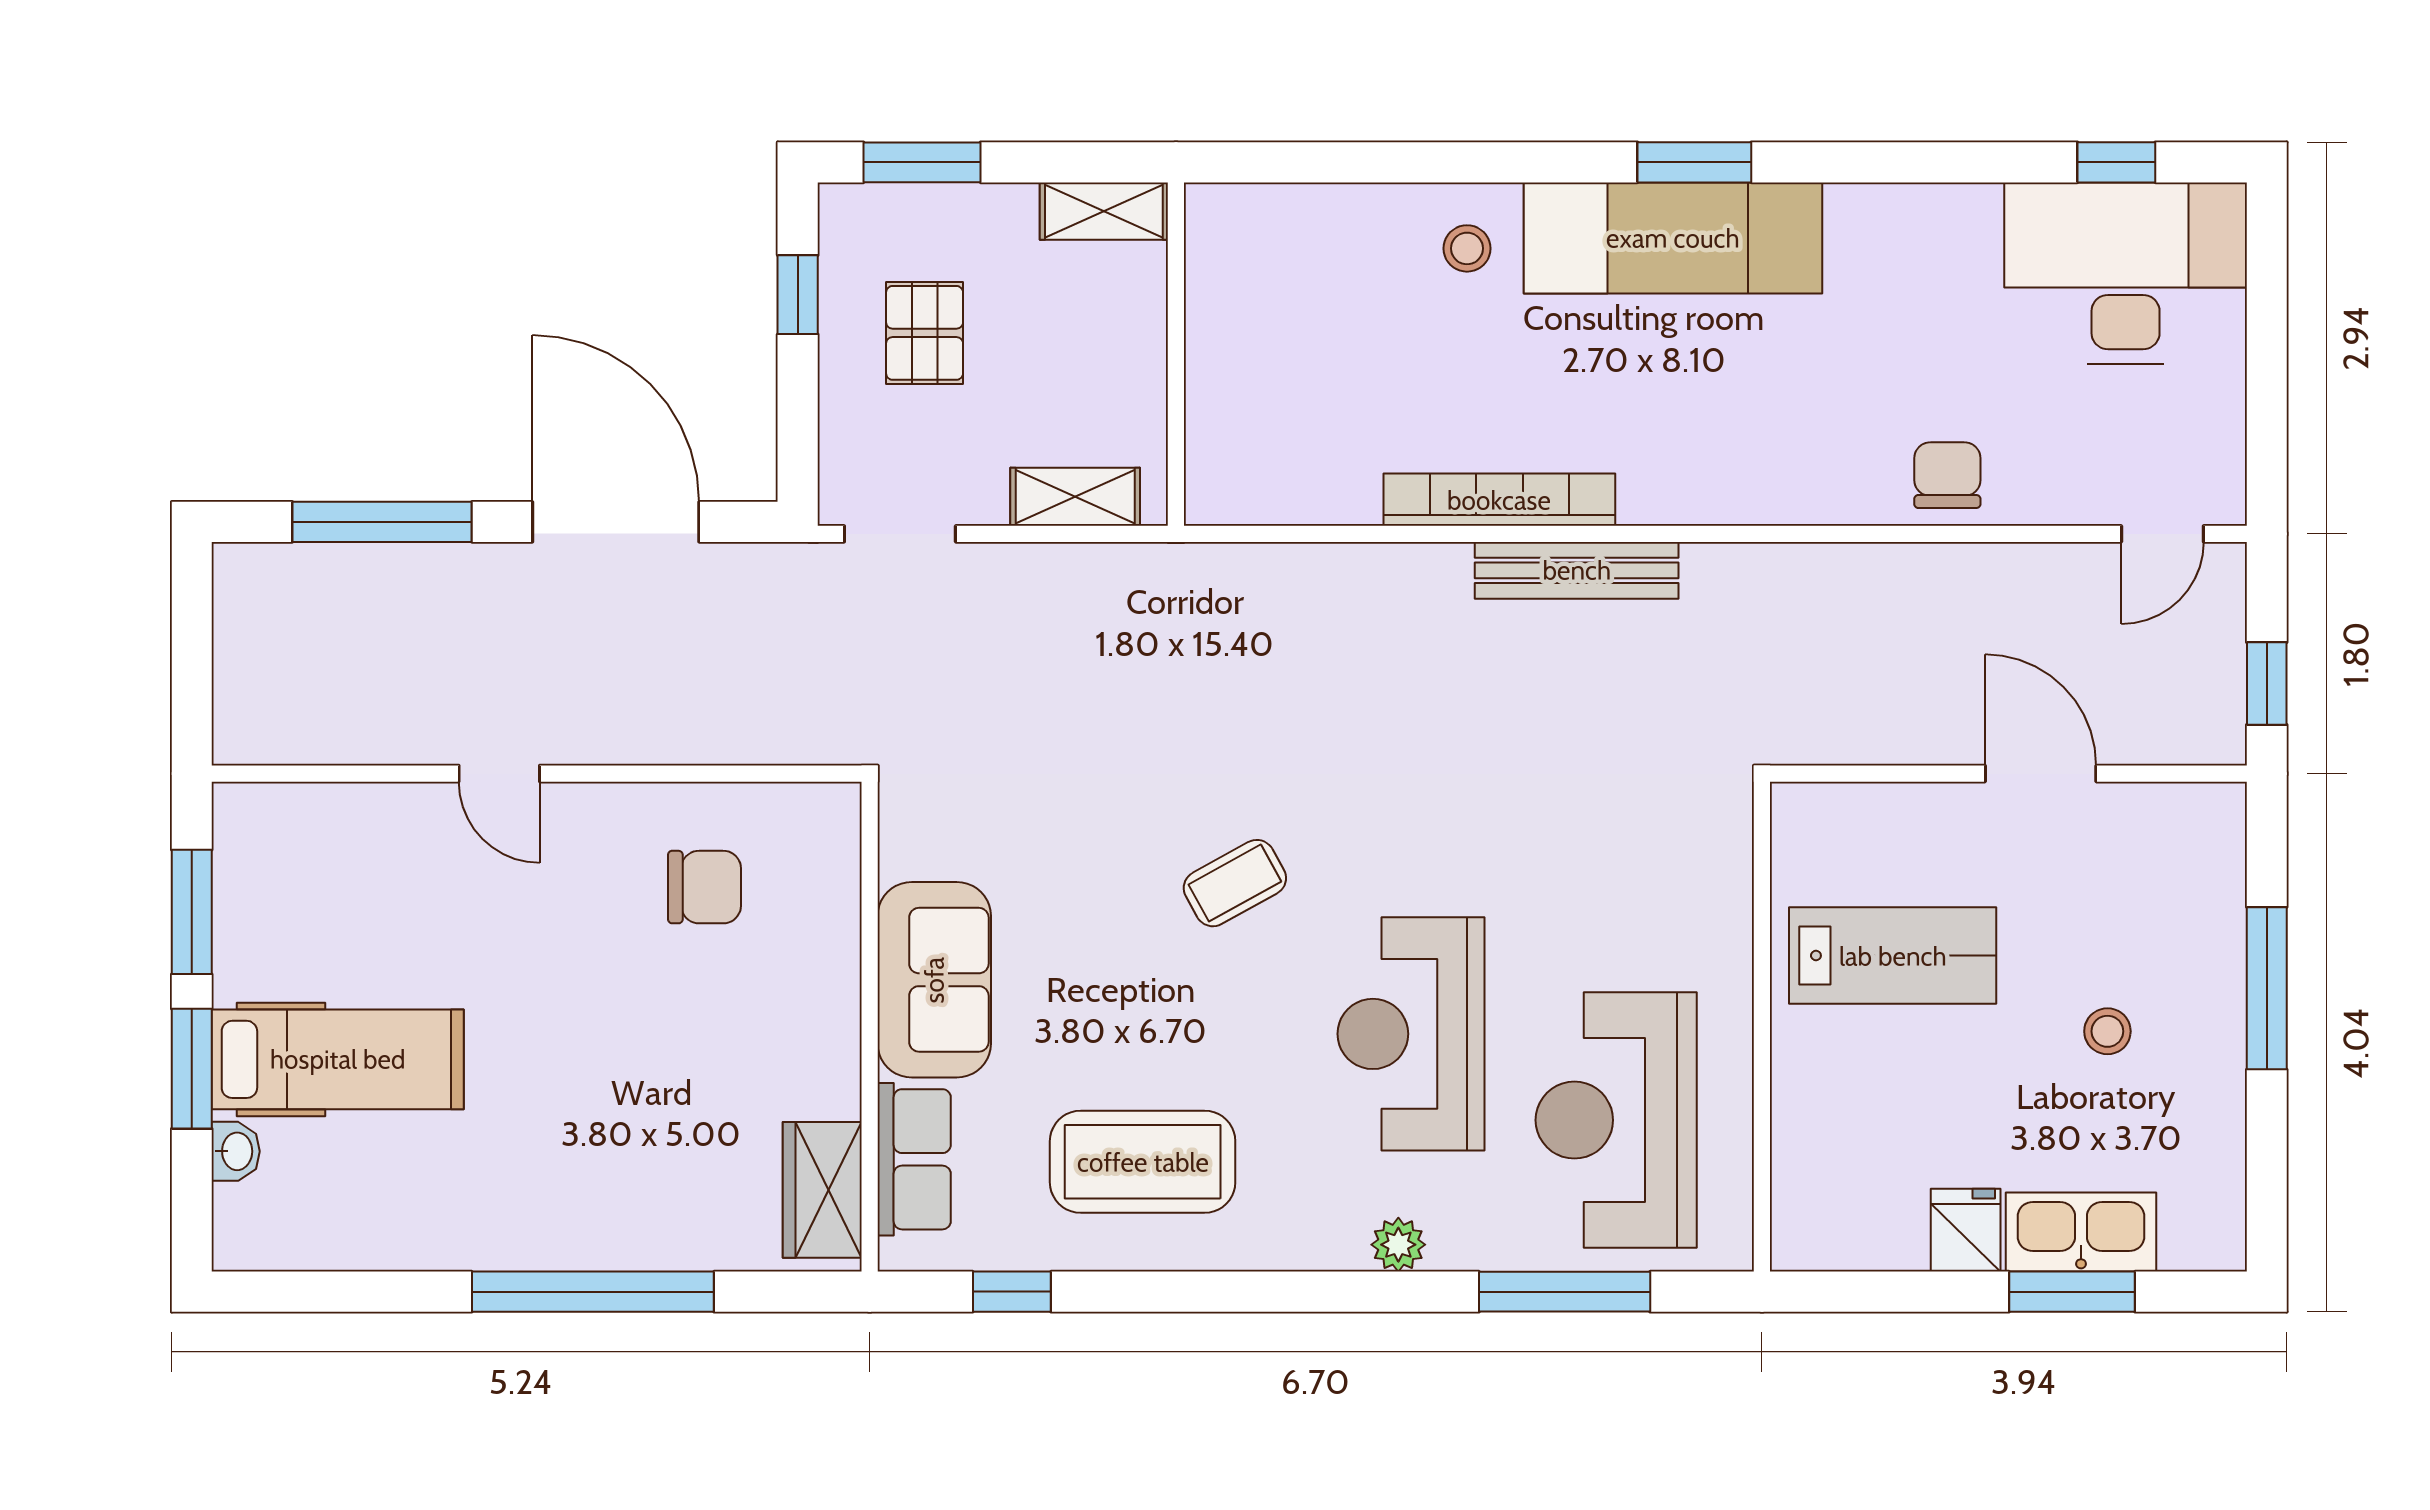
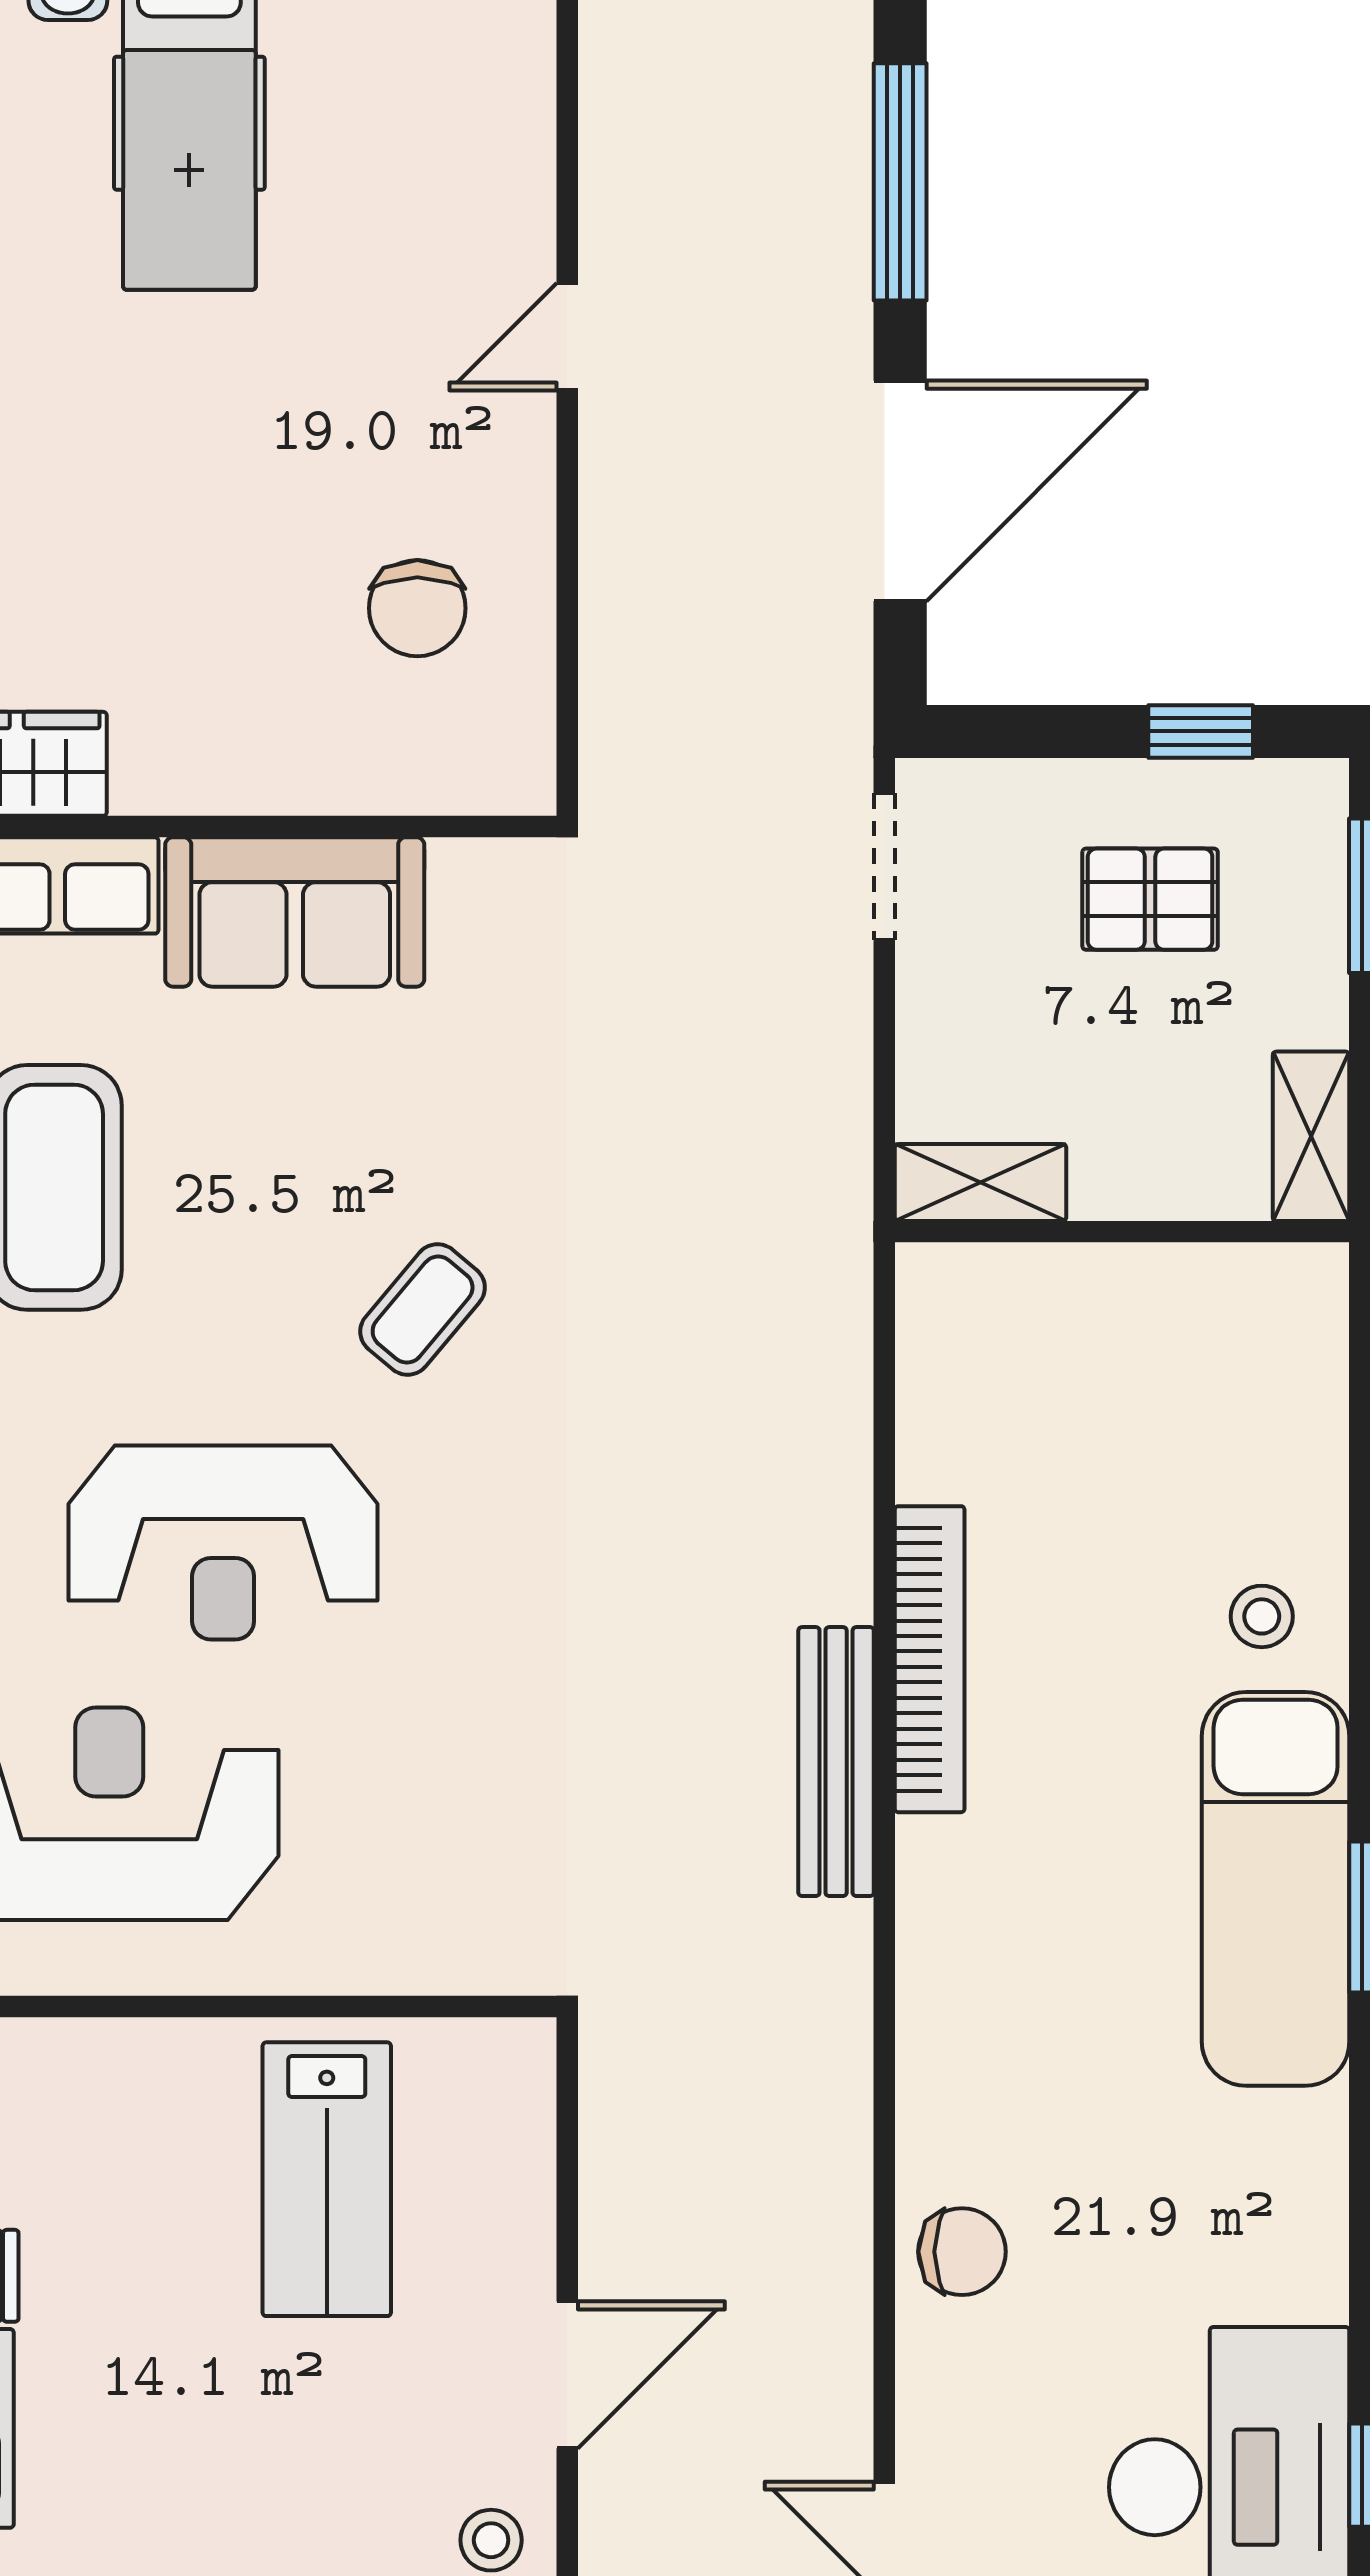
shelving: (1075, 497) -> (981, 1182), moved, turned 90
coffee table: (1235, 883) -> (423, 1309), turned 69
stool: (2107, 1031) -> (491, 2540), moved
reception desk: (1411, 1034) -> (223, 1542), turned 180

